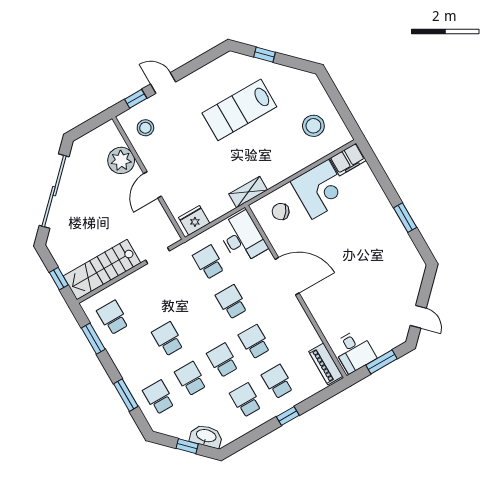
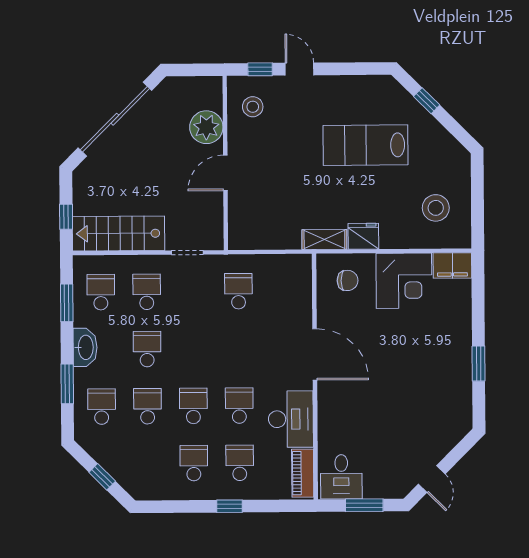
chair: (281, 212) -> (348, 280), turned 143
fridge: (194, 220) -> (363, 236), moved
desk: (242, 238) -> (291, 419), moved
school desk: (232, 302) -> (147, 292), moved
washbasin: (206, 436) -> (85, 347), moved, turned 45

